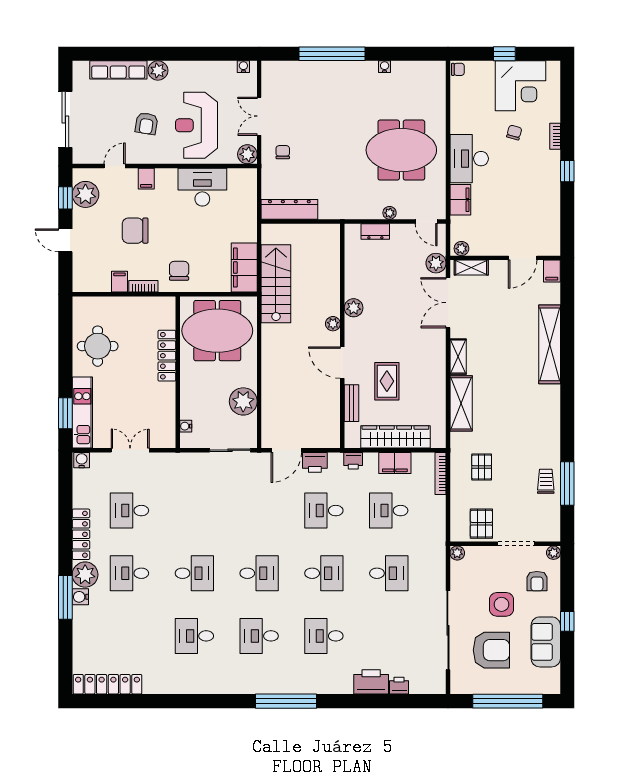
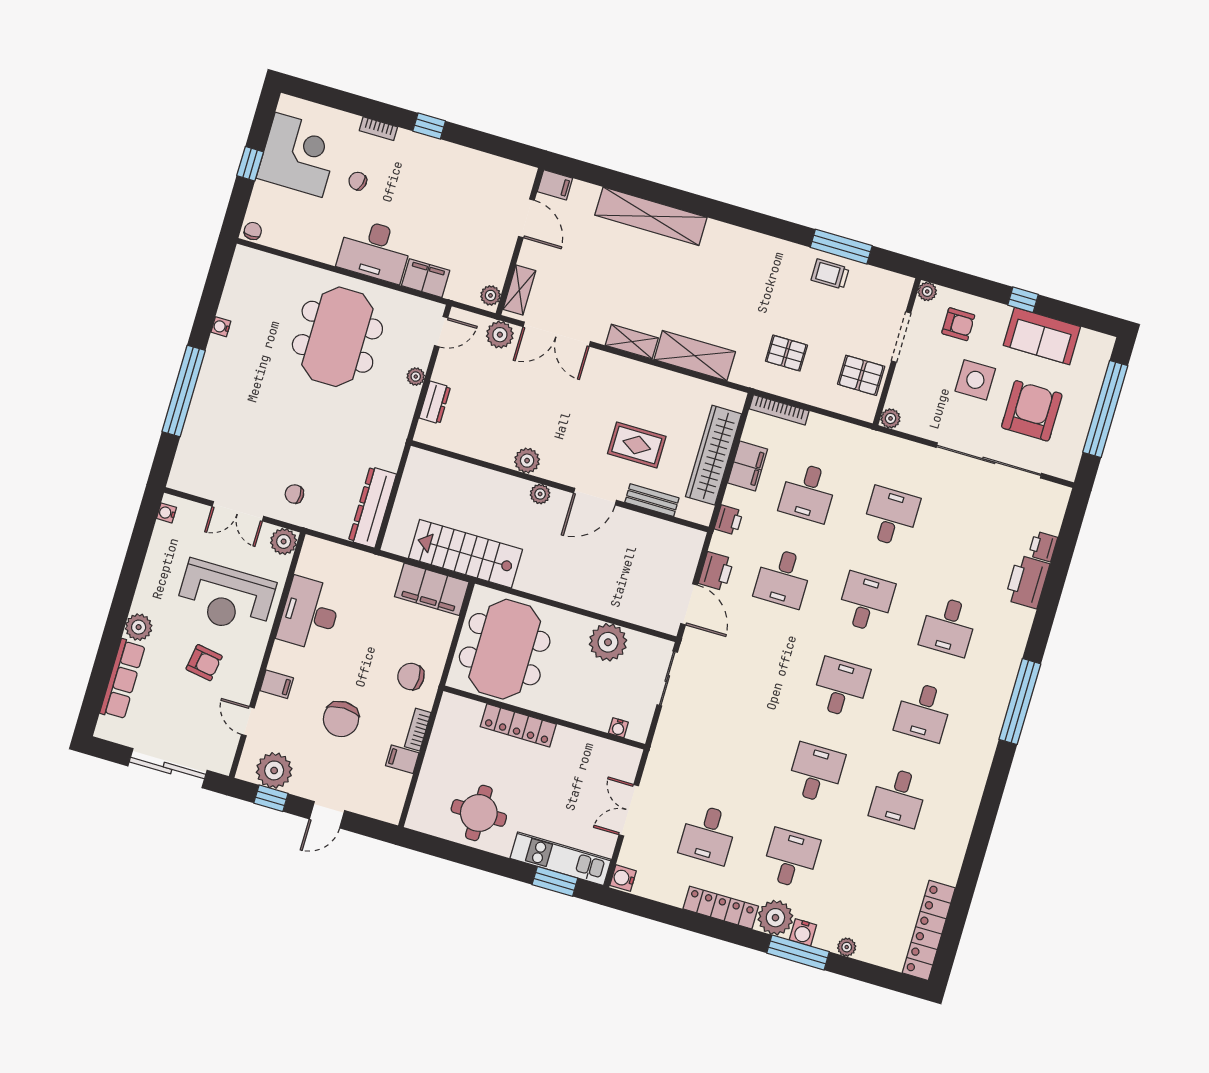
desk: (130, 573) -> (791, 859), turned 180
plant: (79, 630) -> (847, 947), added

